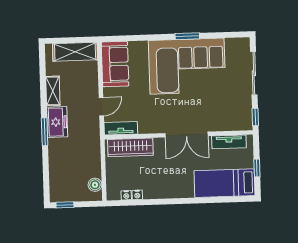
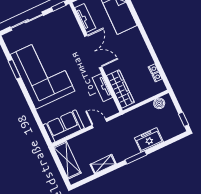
window: (187, 36) -> (14, 69), moved
freezer: (57, 122) -> (149, 140), moved
tv unit: (121, 128) -> (102, 88), moved

